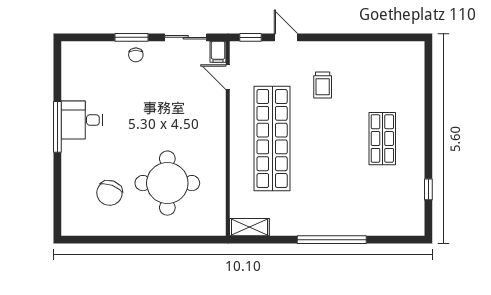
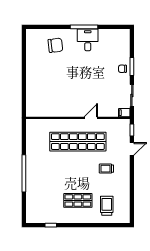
door: (228, 77) -> (91, 118), moved
trolley: (392, 84) -> (107, 206), added
round table: (167, 183) -> (54, 86), removed
chair: (109, 193) -> (55, 45), moved, turned 153
shelving: (249, 227) -> (31, 129), removed

